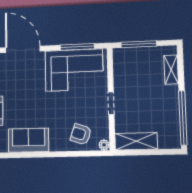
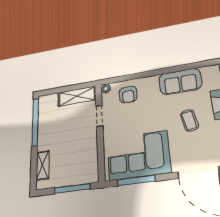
coffee table: (25, 98) -> (189, 120), added
doorway: (111, 103) -> (99, 116), moved
armchair: (81, 134) -> (128, 94), turned 71

